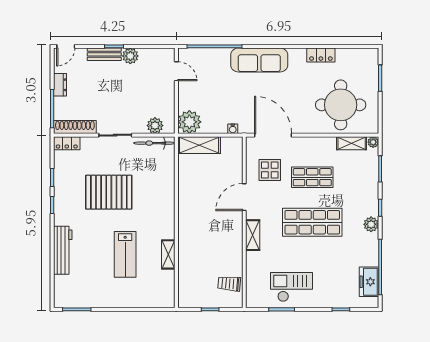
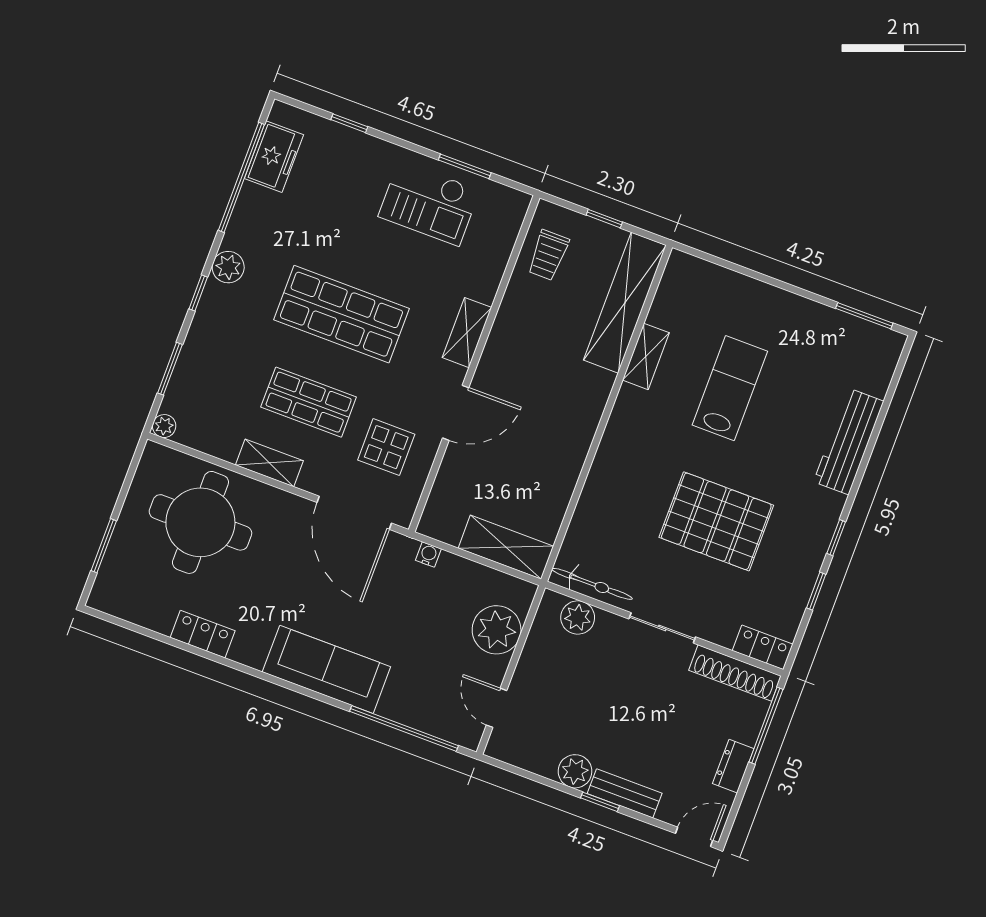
plant: (189, 122) -> (497, 630), moved
shelving: (352, 143) -> (269, 463), moved
shelving: (187, 275) -> (625, 303), added
trolley: (229, 284) -> (548, 255), turned 85

